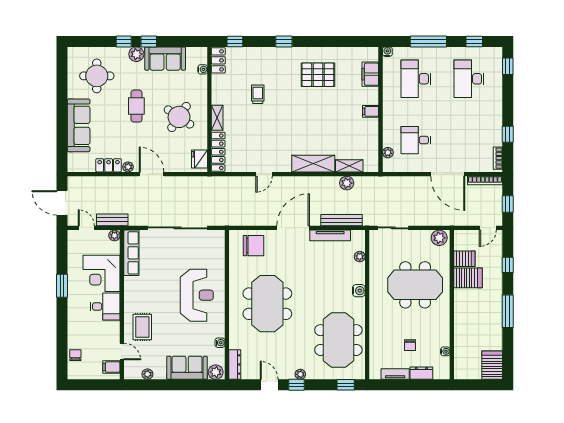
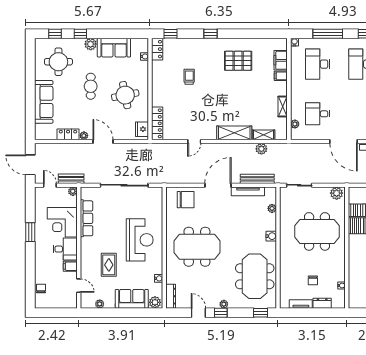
window: (149, 41) -> (55, 34), moved
filing cabinet: (371, 111) -> (281, 76), moved
round table: (179, 117) -> (125, 95), turned 45
shelving: (217, 118) -> (283, 106), moved
row of seats: (131, 253) -> (87, 218), moved
meeting table: (267, 304) -> (197, 247), turned 90
rug: (142, 327) -> (109, 265), moved
filing cabinet: (111, 367) -> (70, 266), moved

